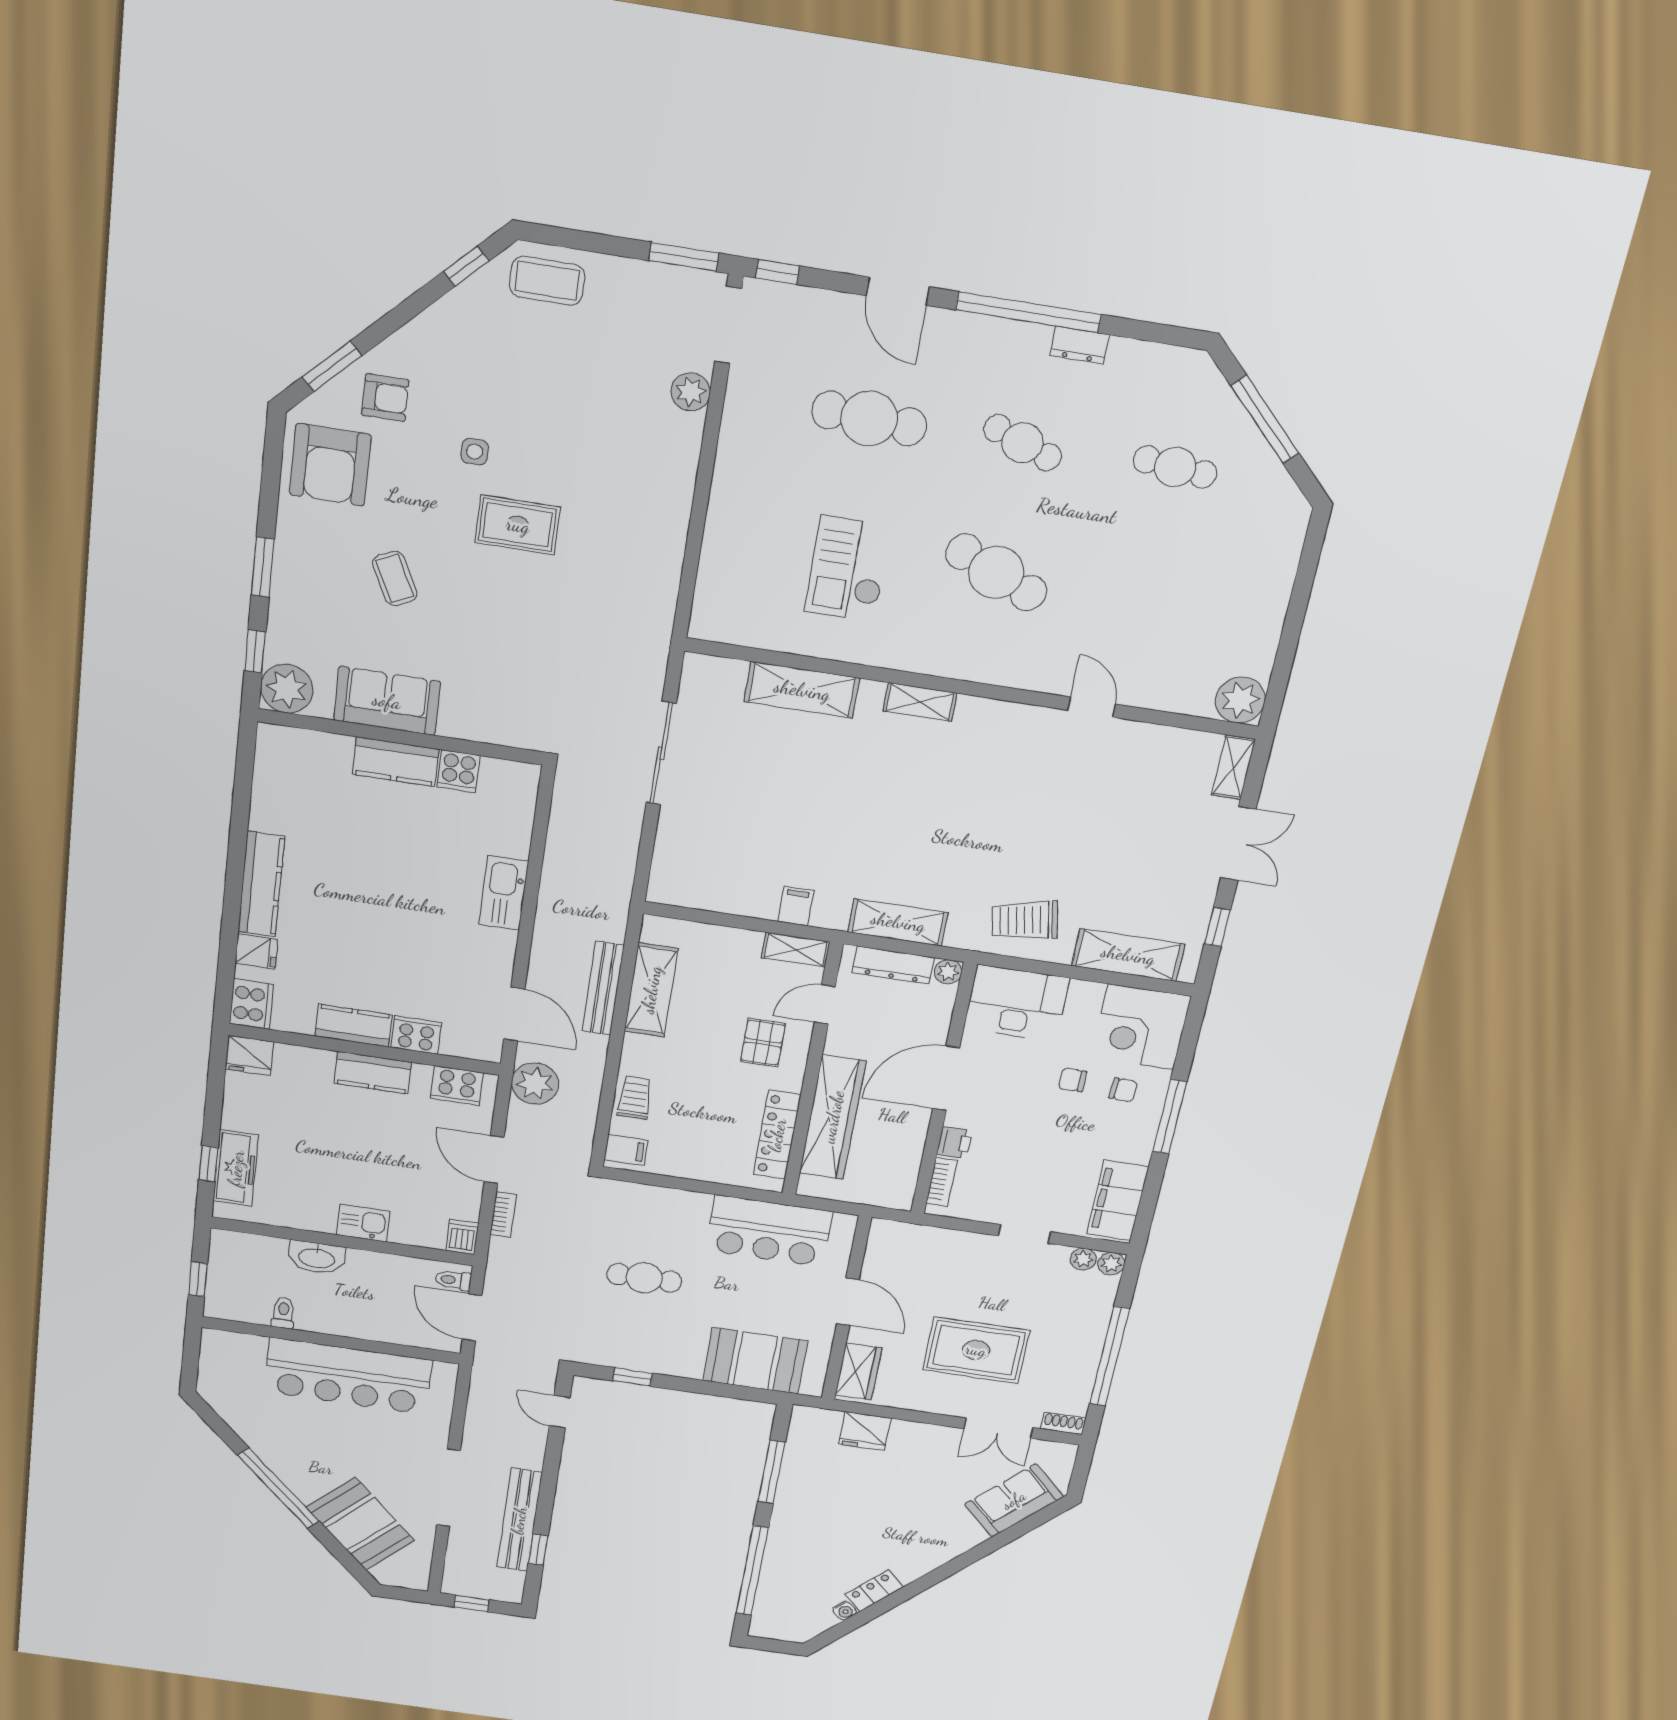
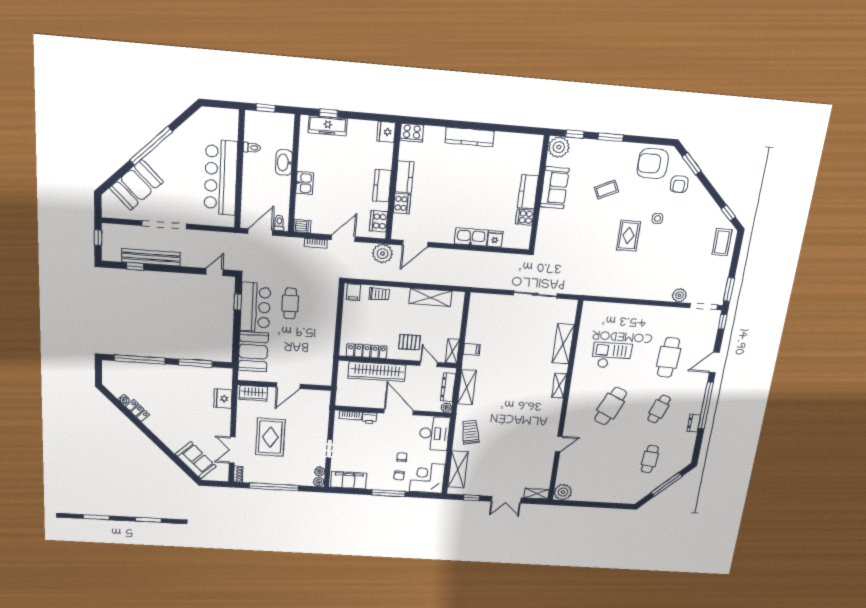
fridge: (256, 952) -> (495, 239), moved, turned 180
bench: (603, 988) -> (430, 279), removed
bar counter: (769, 1231) -> (255, 307), moved, turned 180

